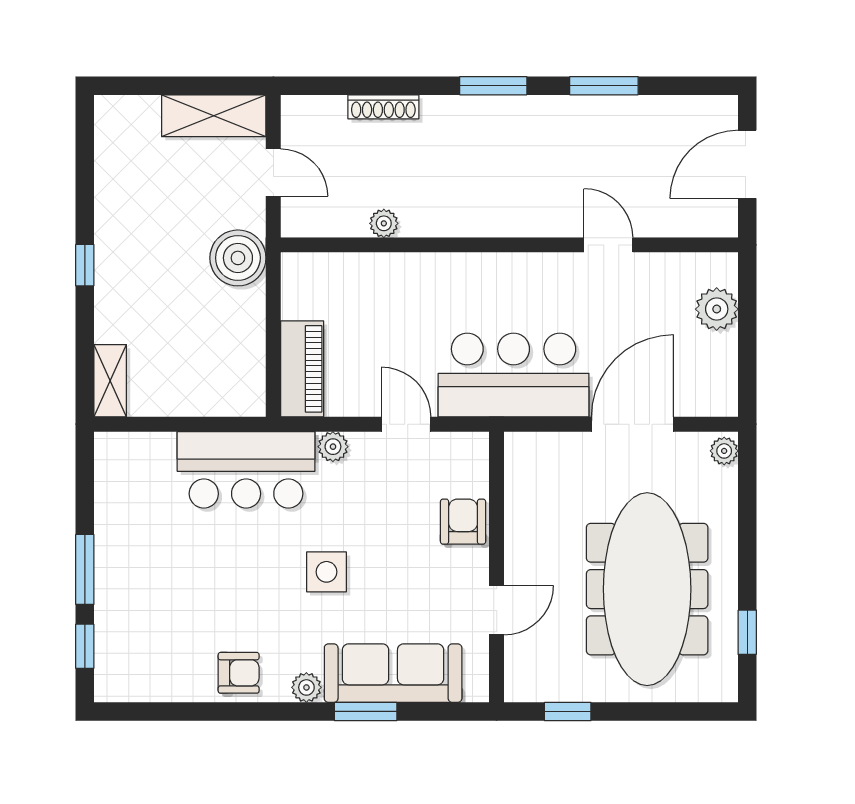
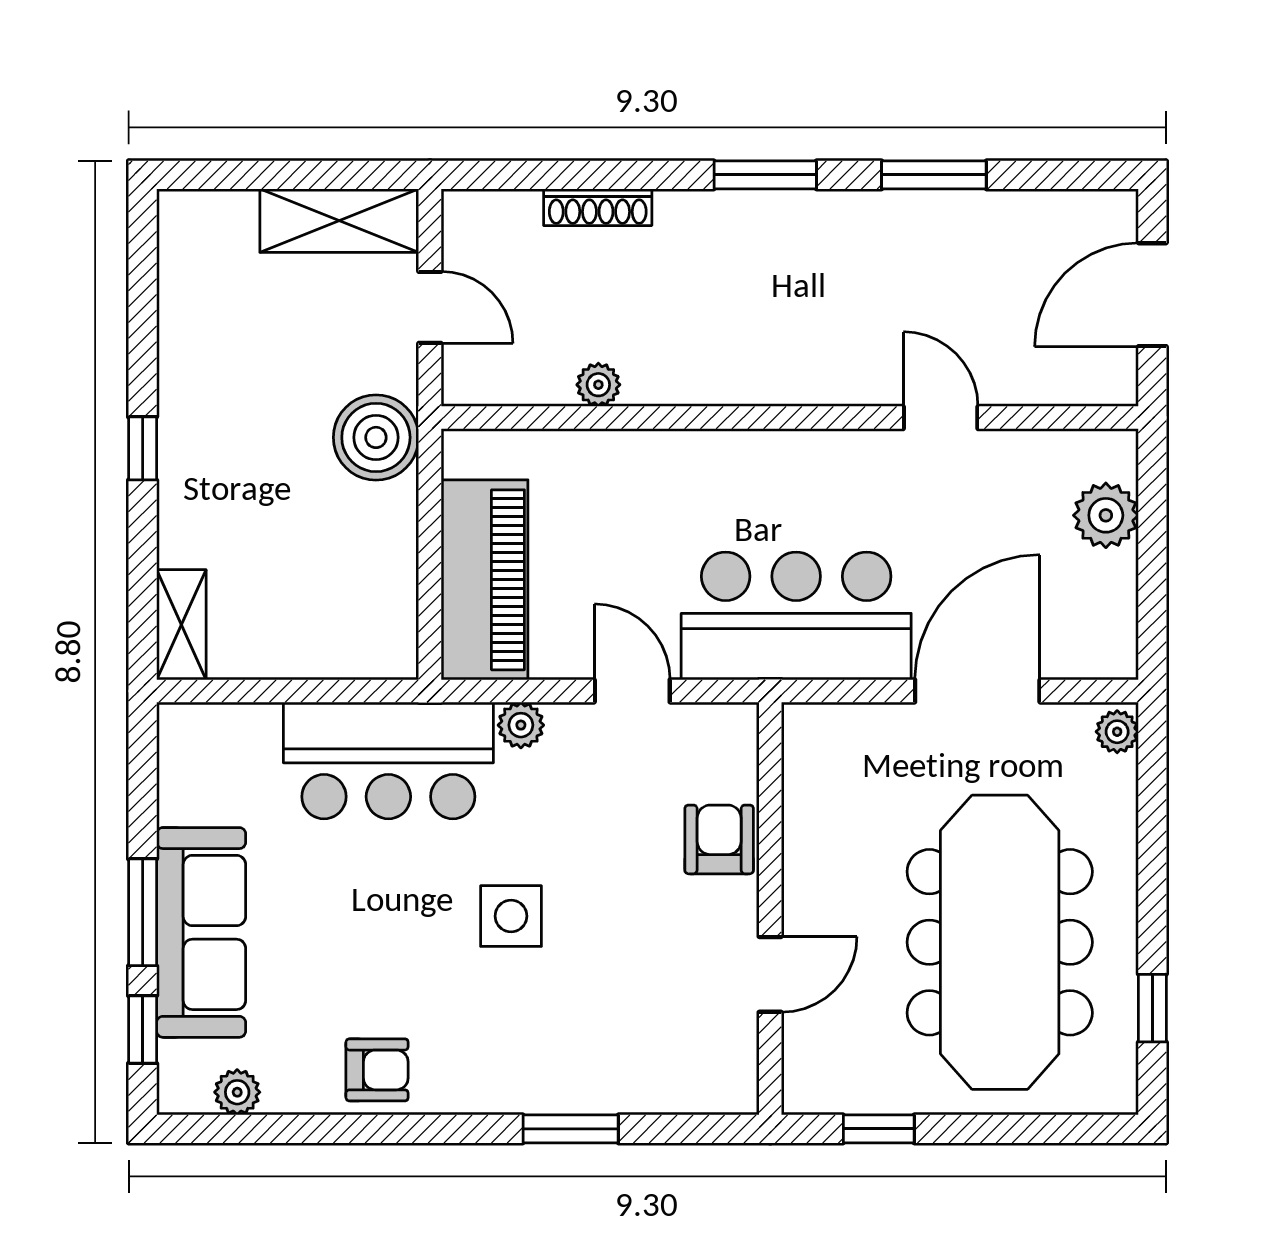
piano: (302, 369) -> (484, 580), width x1.37, depth x1.33
sofa: (393, 673) -> (201, 932), moved, turned 90
plant: (306, 687) -> (237, 1092), moved

